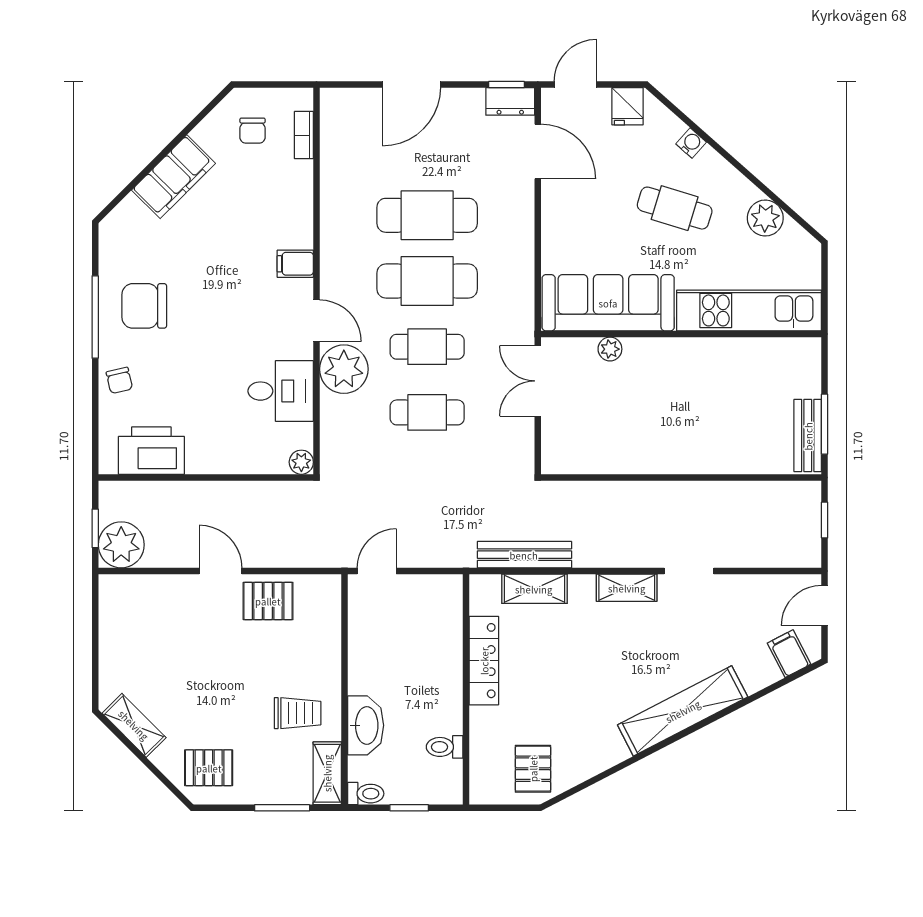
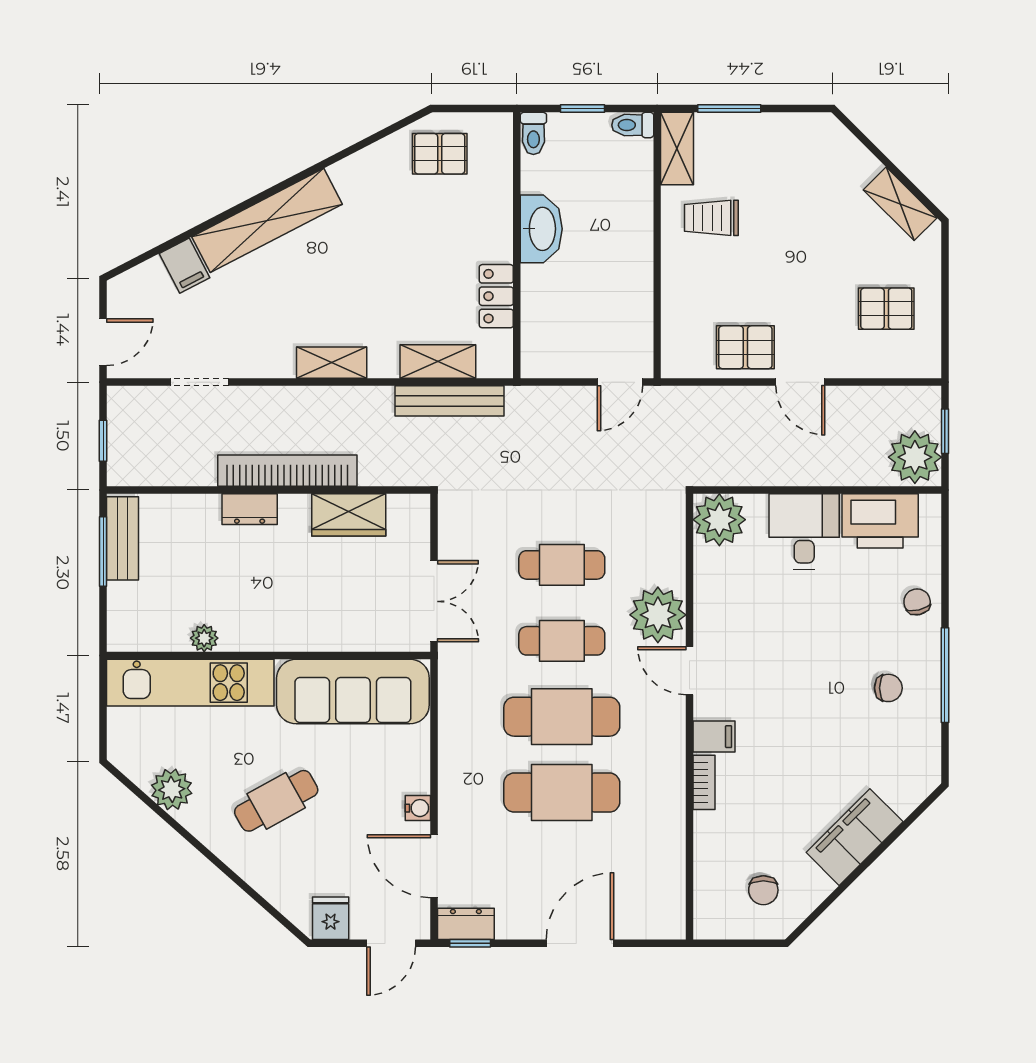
chair: (253, 131) -> (763, 890), turned 180
bookcase: (304, 135) -> (704, 782), moved
water cooler: (691, 143) -> (418, 808), moved, turned -131
cafe table: (675, 208) -> (276, 801), turned -46
chair: (144, 306) -> (888, 688), width x0.54, depth x0.54
plant: (610, 349) -> (204, 638), moved
desk: (281, 391) -> (804, 531), moved, turned 90
wardrobe: (612, 456) -> (349, 515), added
dresser: (698, 461) -> (250, 509), added
plant: (301, 462) -> (719, 520), width x1.88, depth x1.88
bookcase: (665, 494) -> (287, 471), added
plant: (121, 545) -> (915, 457), moved
doorway: (689, 571) -> (200, 382), moved
filing cabinet: (789, 654) -> (184, 266), moved
locker: (484, 661) -> (496, 296), width x0.66
washbasin: (366, 725) -> (541, 229), moved, turned 180
toilet: (445, 747) -> (533, 133), moved, turned 90
pallet: (209, 768) -> (886, 309), moved
pallet: (533, 769) -> (440, 154), turned 90

